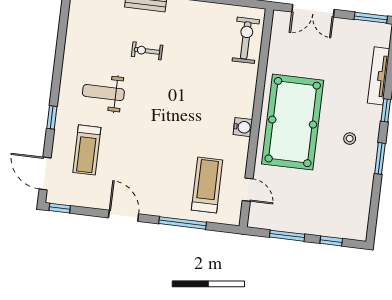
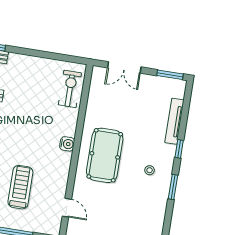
pool table: (293, 122) -> (105, 155), width x0.73, depth x0.76
water cooler: (243, 127) -> (67, 144), moved
treadmill: (207, 185) -> (20, 187), moved

